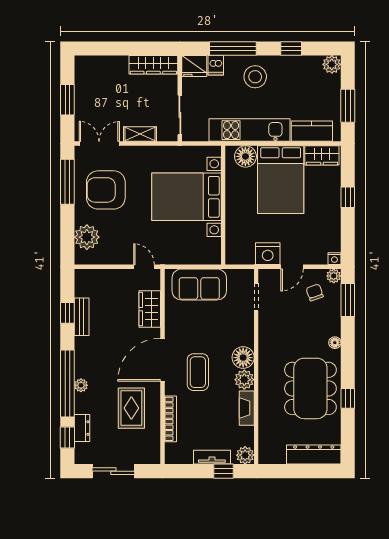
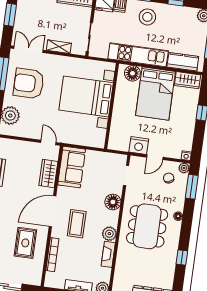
sofa: (199, 284) -> (72, 167), moved, turned -90
floor lamp: (243, 358) -> (113, 202), moved
dining table: (310, 388) -> (147, 226), moved

